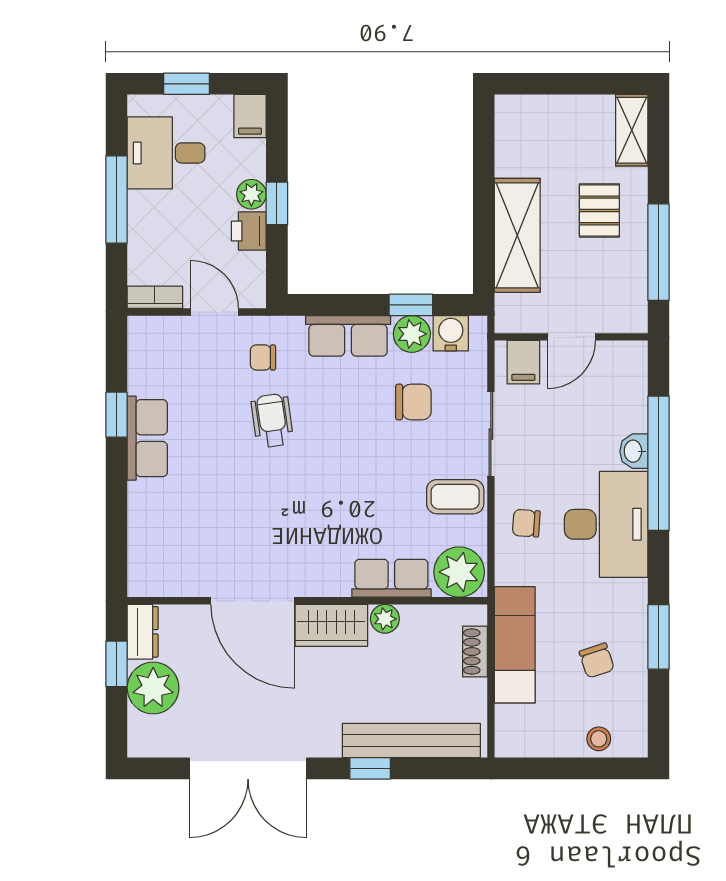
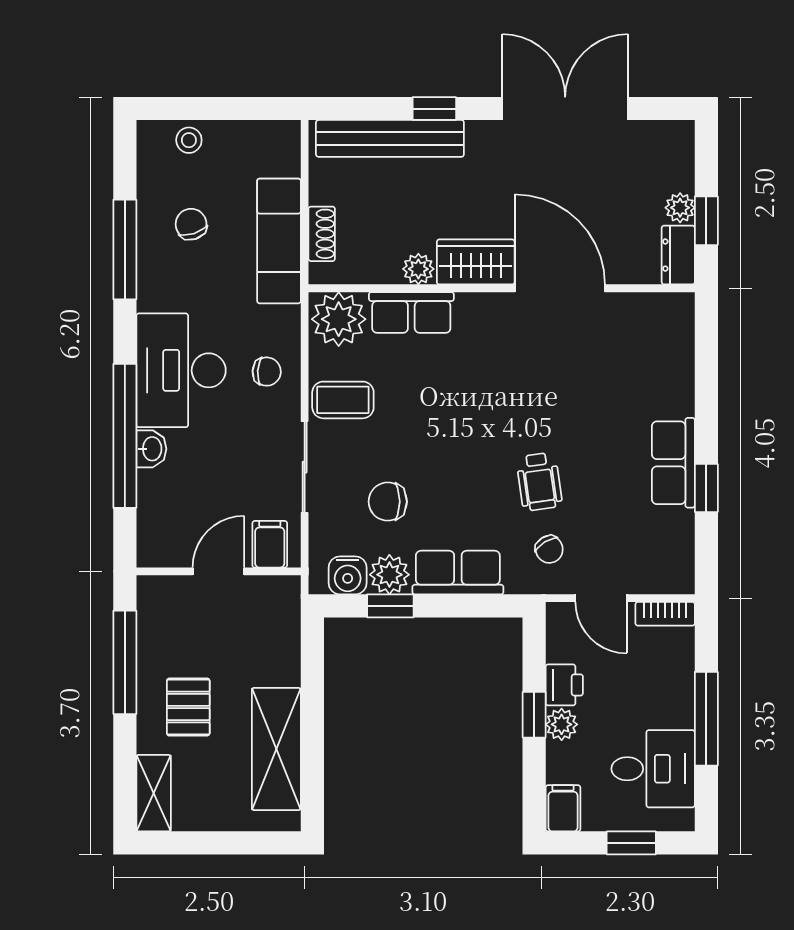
shelving: (517, 235) -> (276, 749), moved
chair: (263, 357) -> (549, 549), turned 58
window: (658, 637) -> (125, 249), width x1.44
plant: (153, 688) -> (680, 208), width x0.53, depth x0.53

